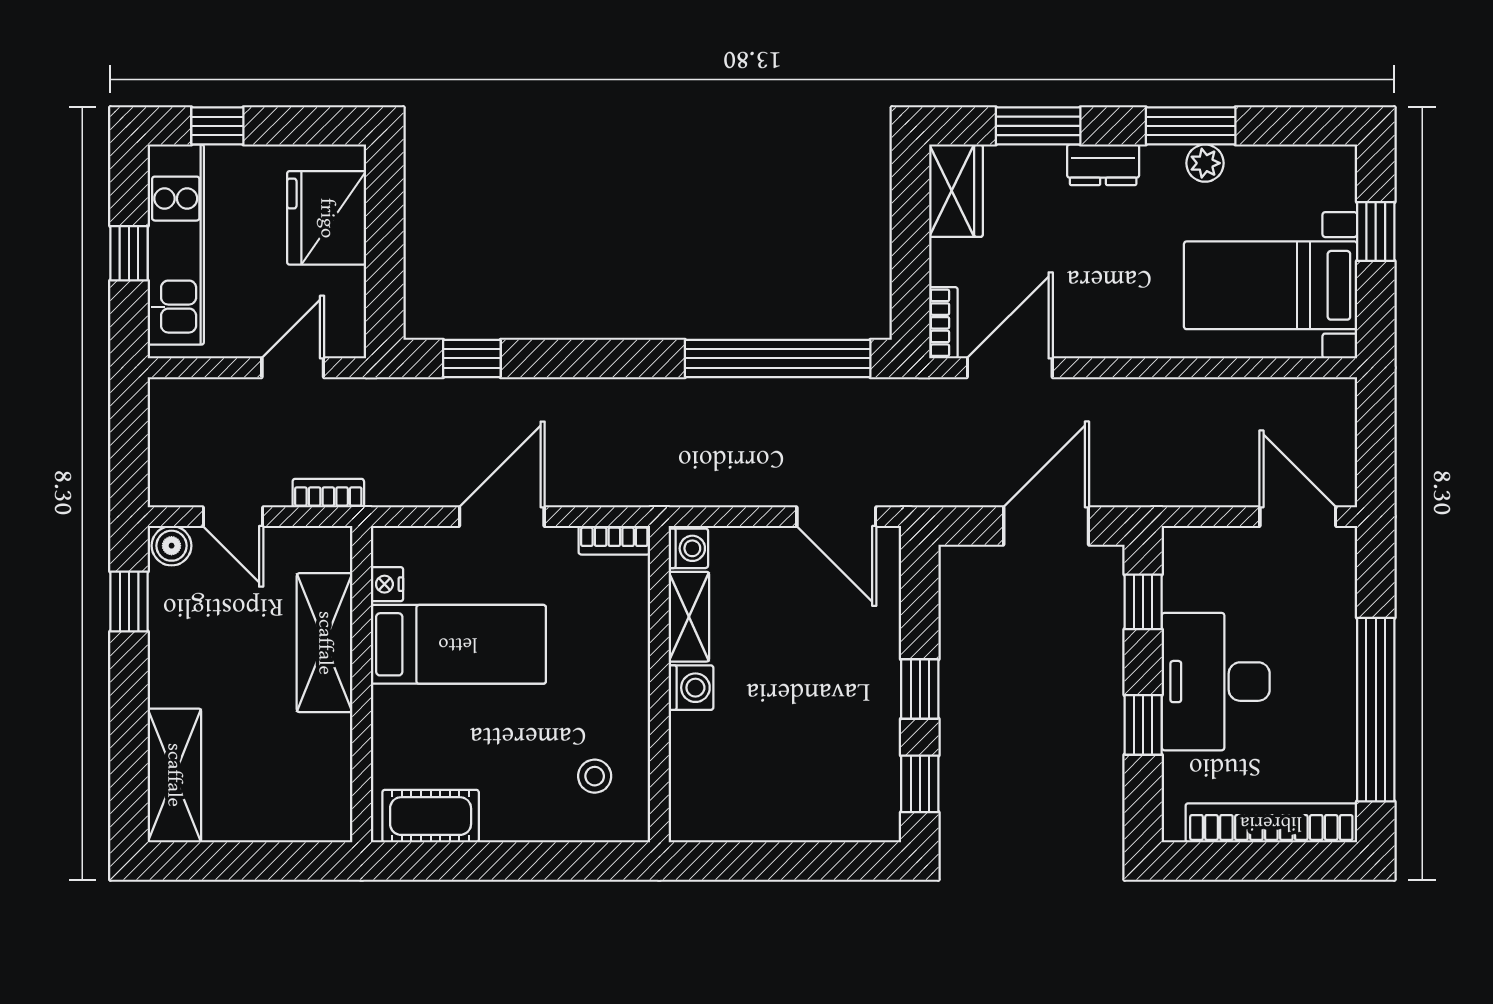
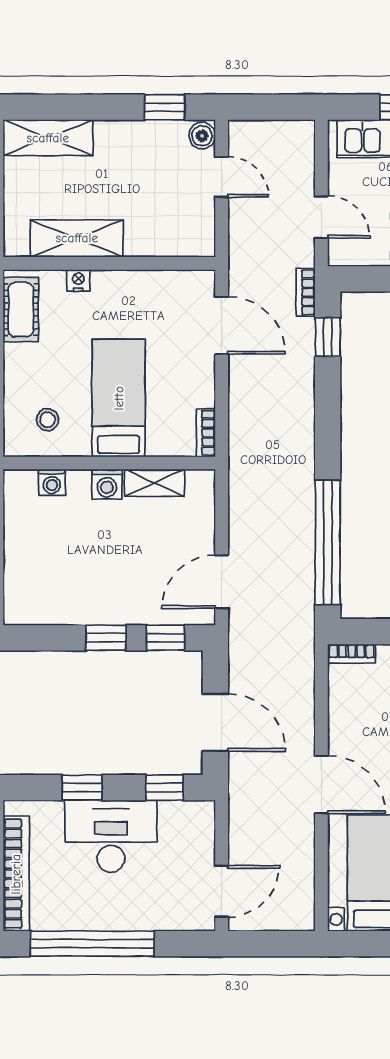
door: (1010, 368) -> (321, 785), moved
bookcase: (328, 493) -> (306, 292), moved, turned 180
door: (233, 517) -> (222, 177), swing flipped
door: (502, 517) -> (222, 325), moved
washing machine: (688, 548) -> (52, 482), moved
nightstand: (387, 584) -> (78, 280), moved
shelving: (325, 643) -> (77, 238), moved
bed: (458, 644) -> (119, 398), moved, turned 180
window: (920, 784) -> (166, 638), moved

